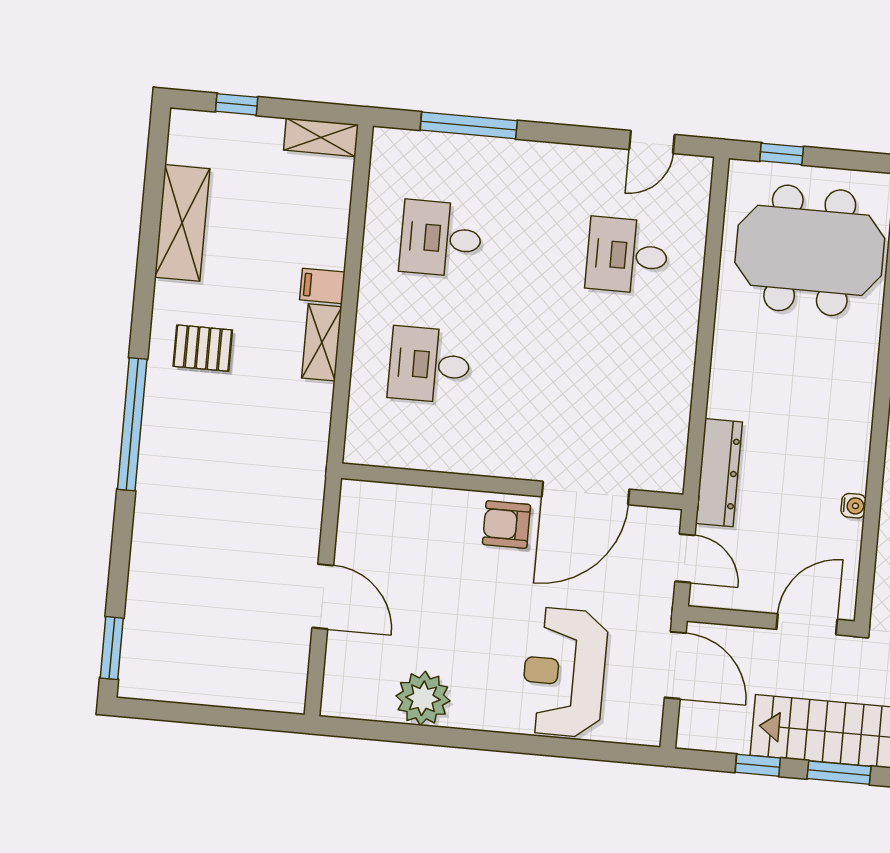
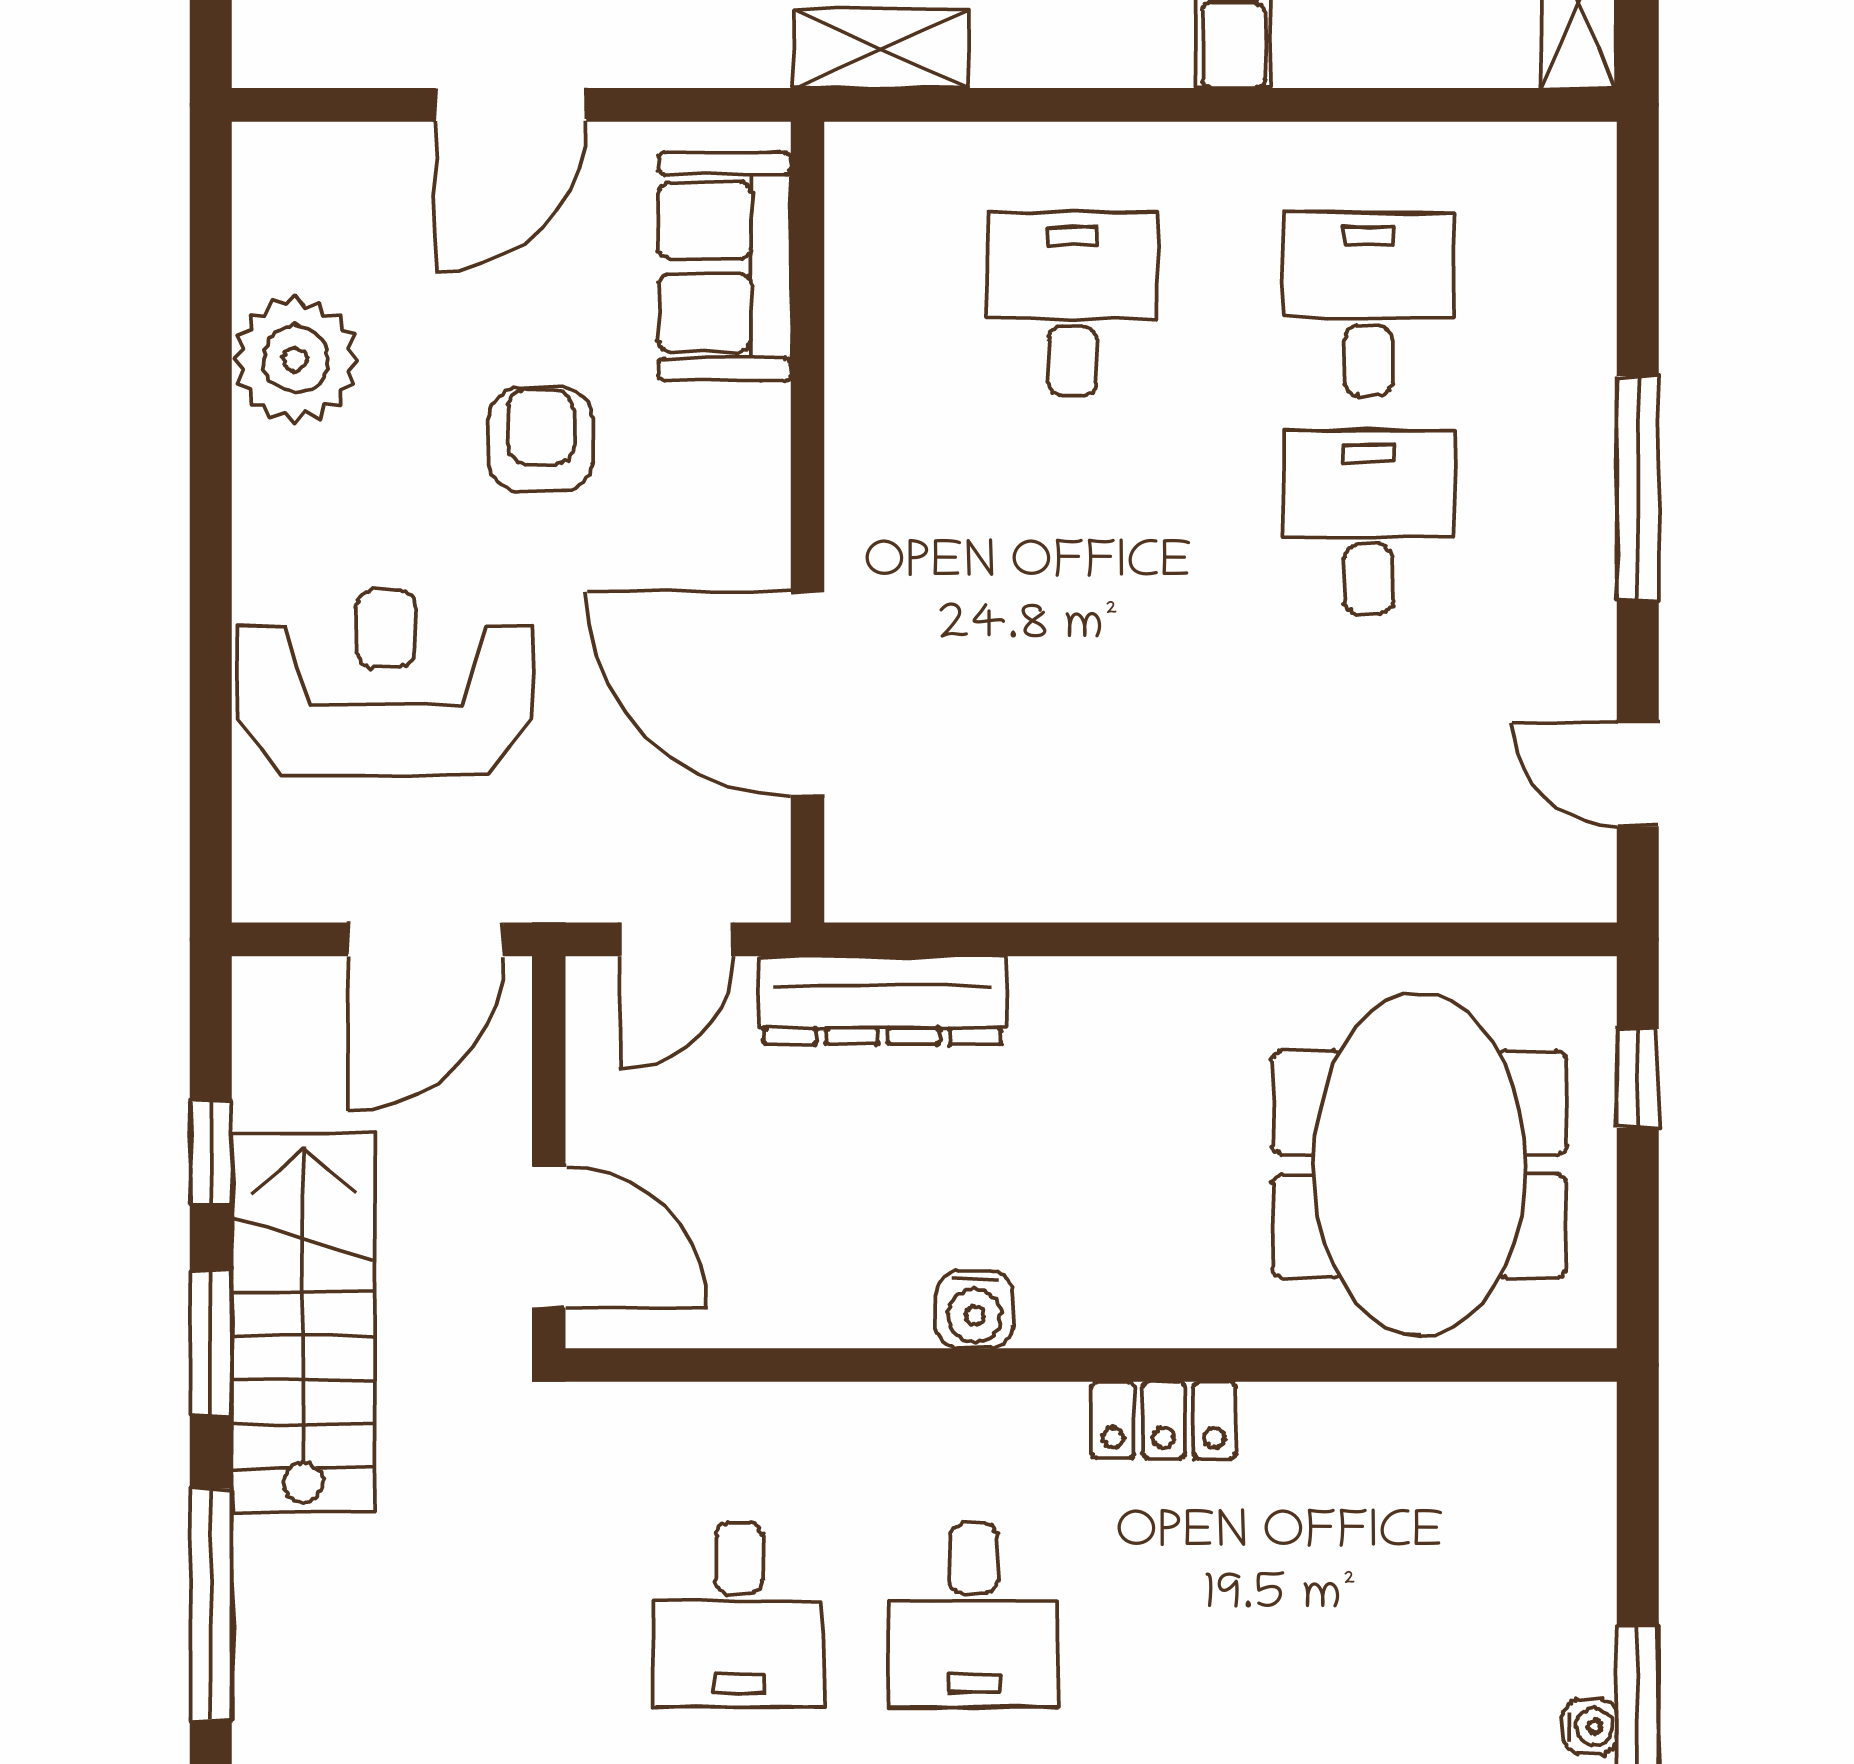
window: (469, 125) -> (1638, 488), moved
desk: (627, 256) -> (1369, 522), moved
shelving: (322, 342) -> (882, 49), moved
water cooler: (854, 506) -> (975, 1310), moved, width x1.38, depth x1.38
sofa: (400, 512) -> (725, 266), added
armchair: (506, 525) -> (541, 440), moved

